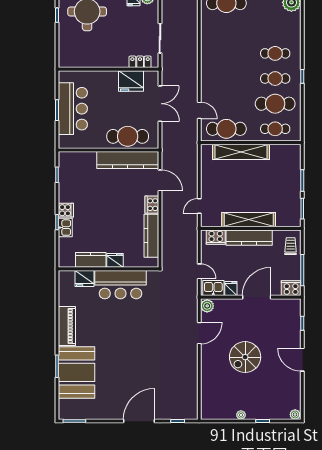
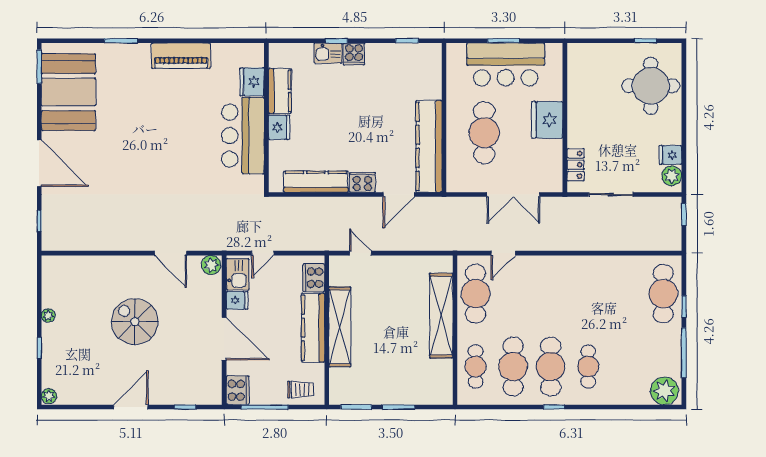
cafe table: (275, 79) -> (551, 366), width x1.37, depth x1.35
fridge: (131, 81) -> (547, 120), moved
cafe table: (128, 136) -> (484, 133), moved
booth: (77, 372) -> (68, 92), moved, turned 90

